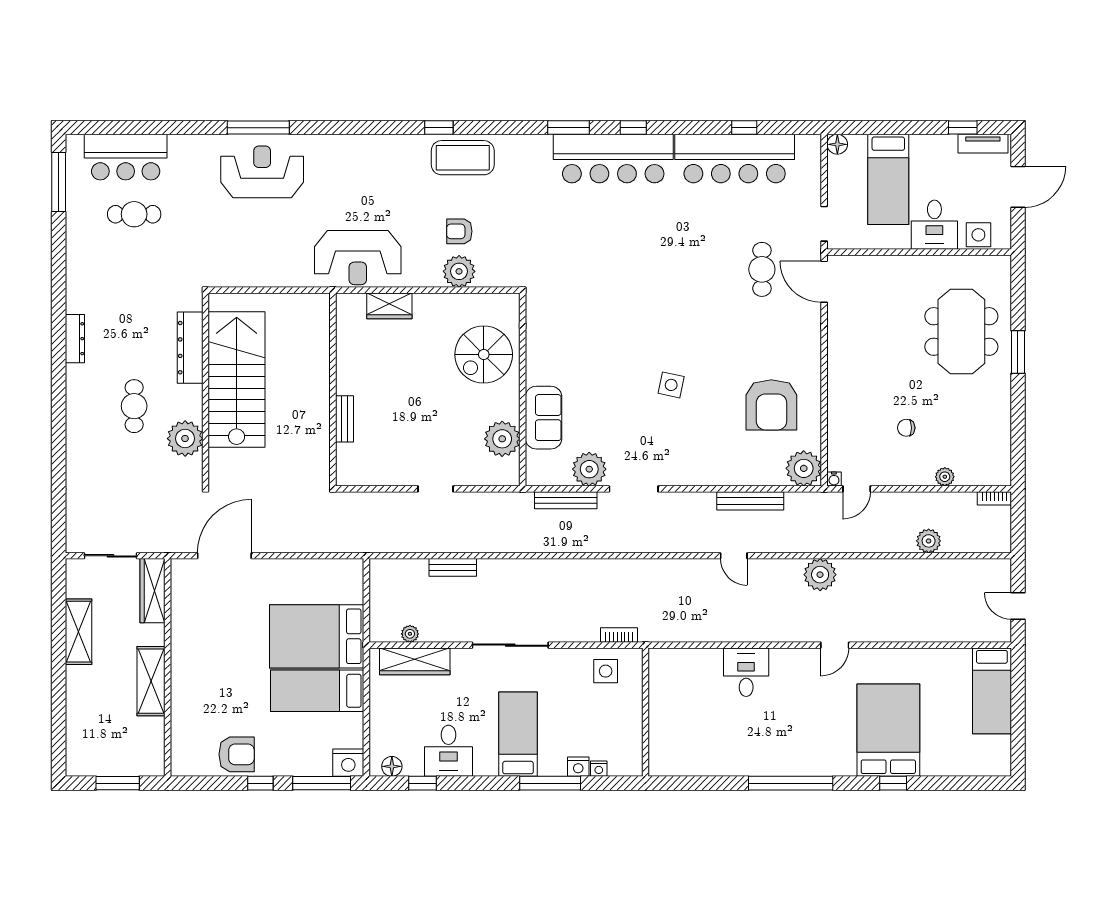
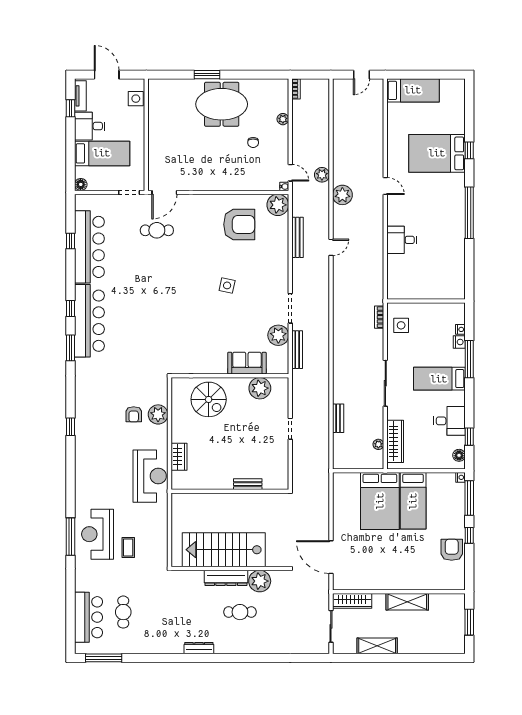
coffee table: (463, 158) -> (128, 547), moved, width x0.54, depth x0.58
desk: (934, 225) -> (90, 126), moved, turned 180
meeting table: (961, 331) -> (222, 104), moved
dresser: (190, 348) -> (226, 578), moved
plant: (929, 541) -> (322, 175), moved
nightstand: (348, 763) -> (460, 477), width x0.53, depth x0.56

